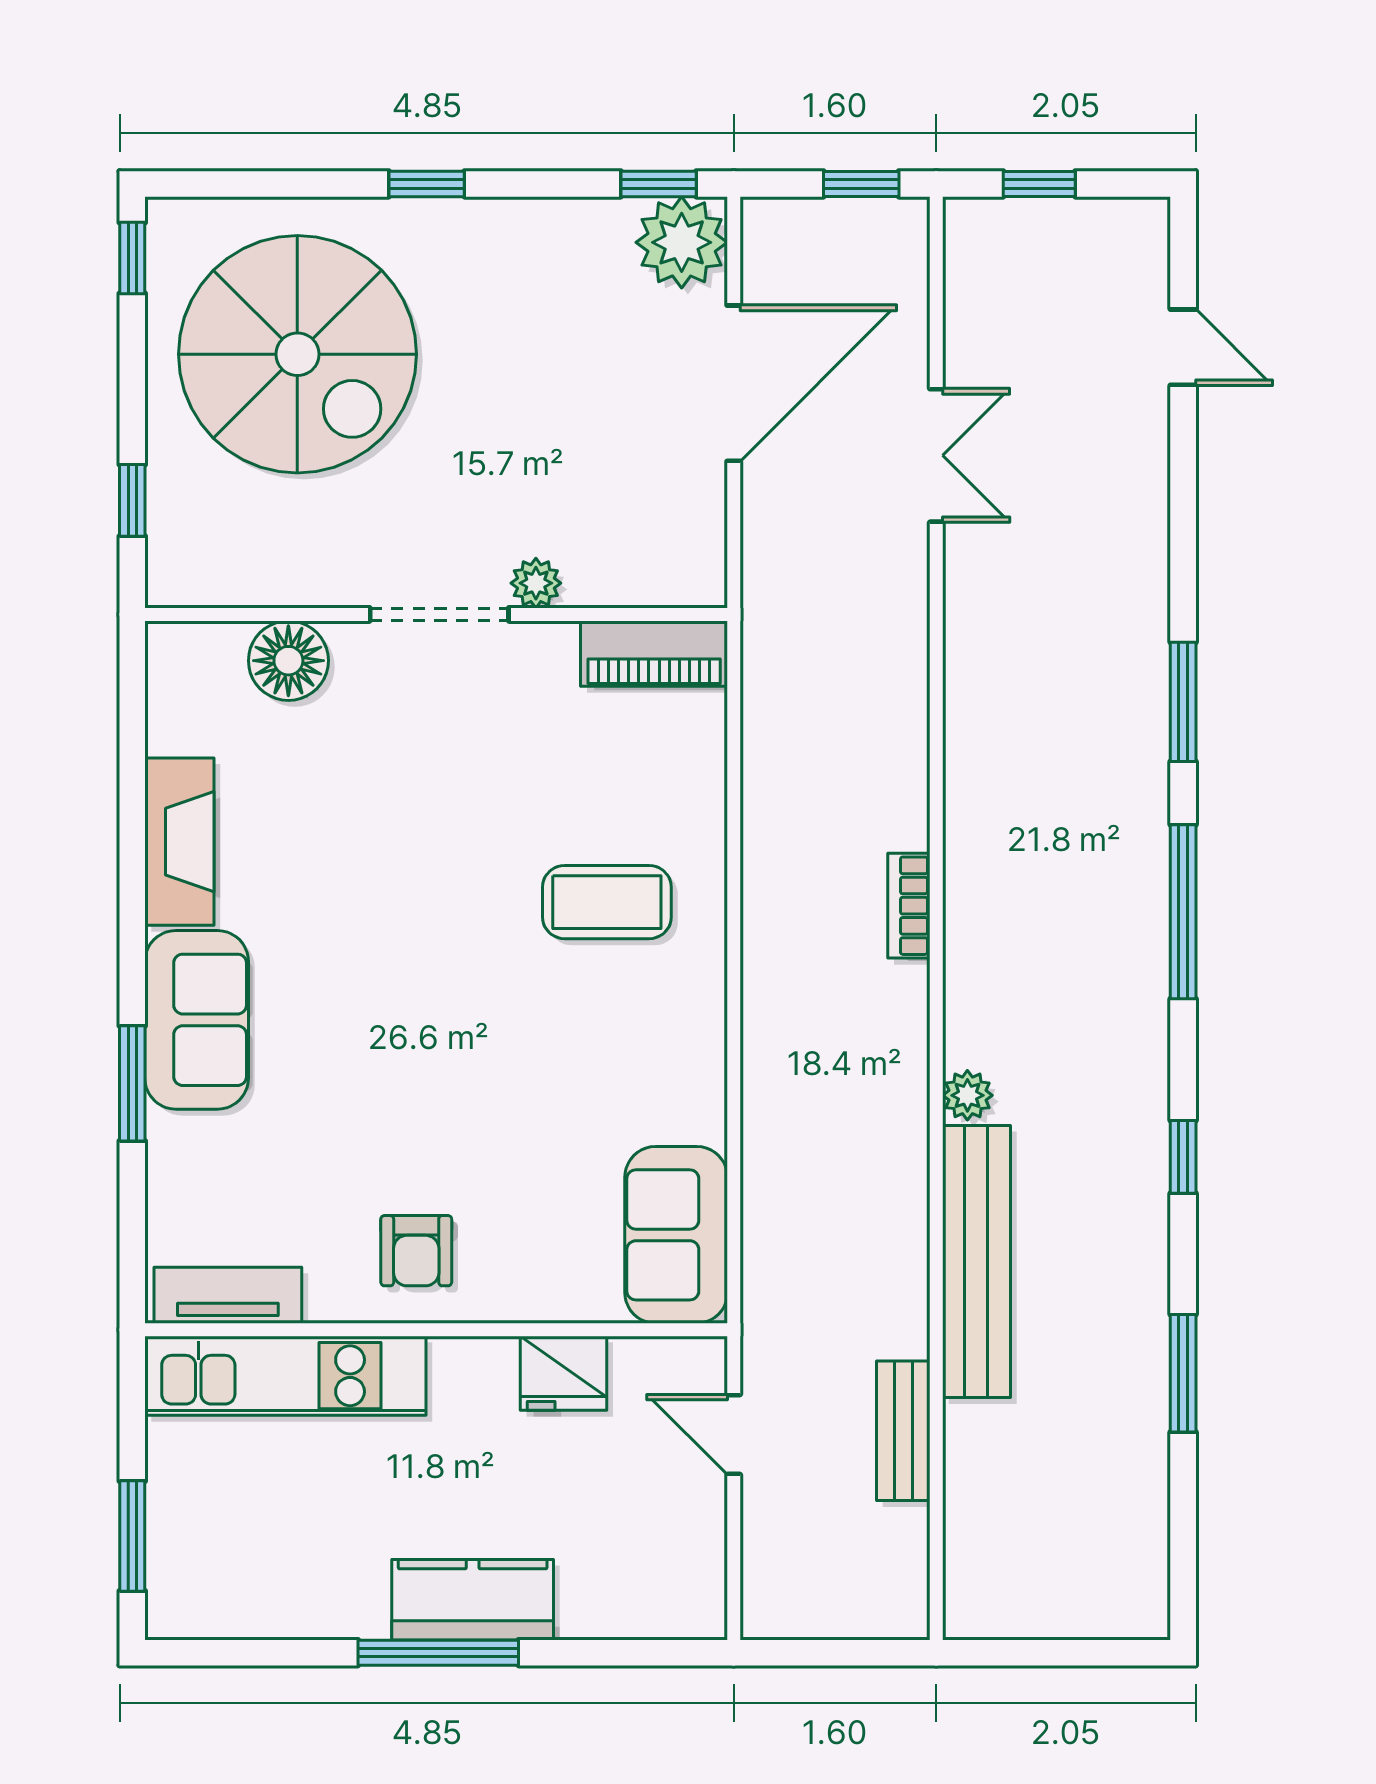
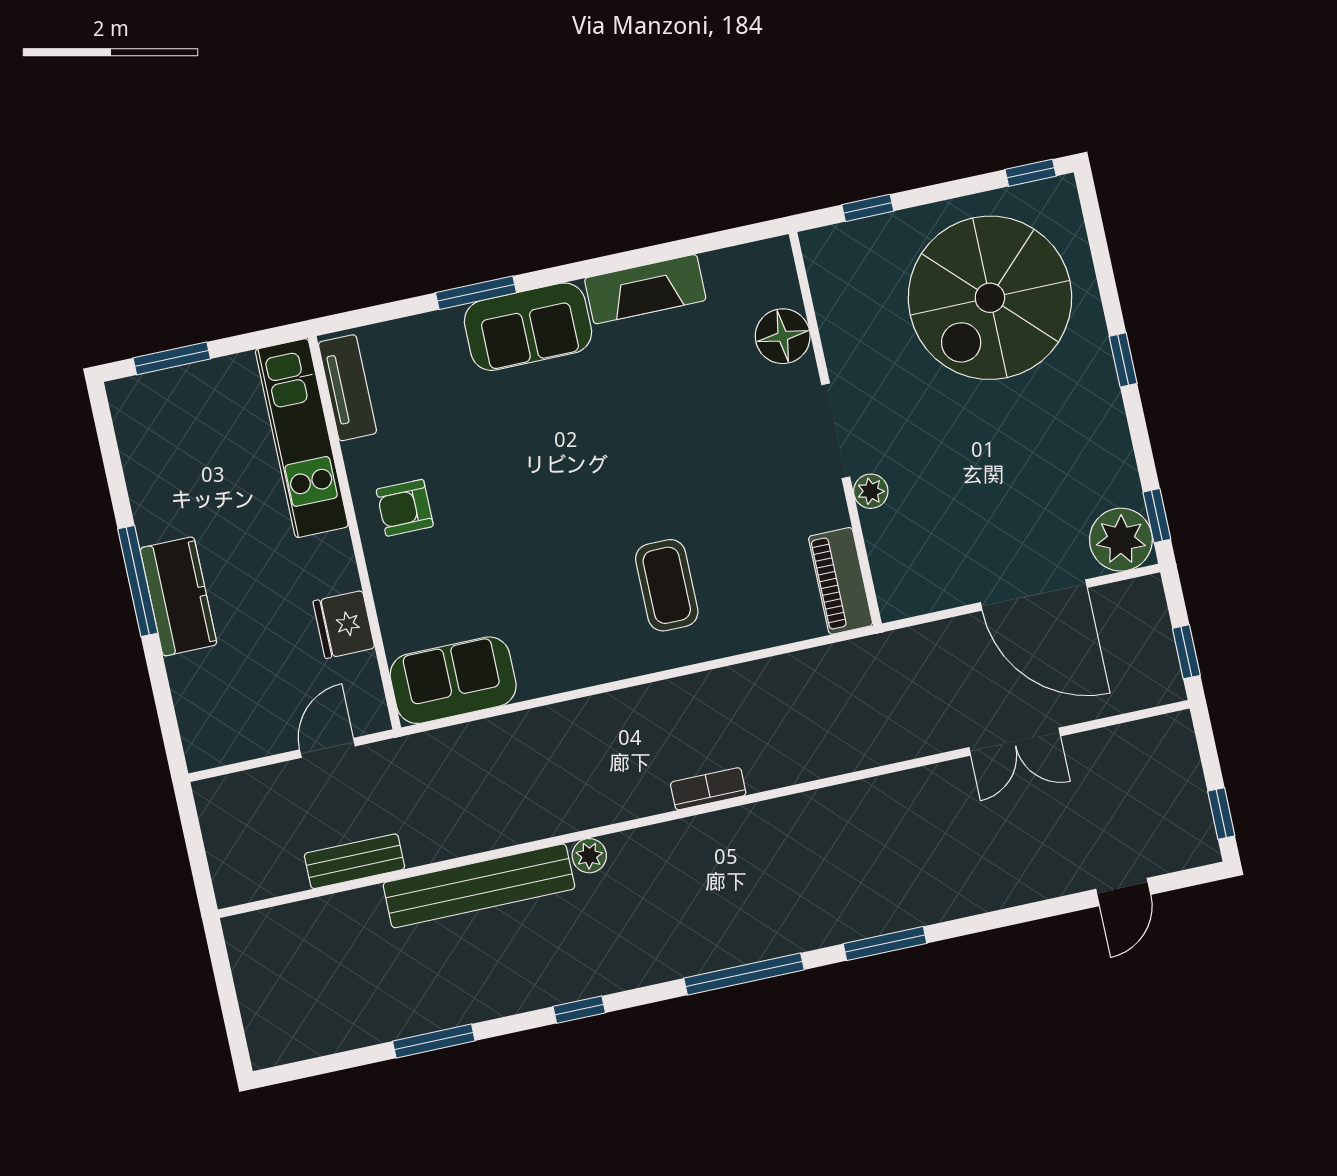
window: (1039, 184) -> (1221, 813), moved

